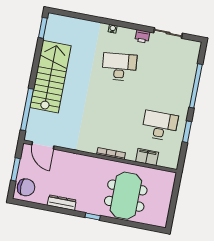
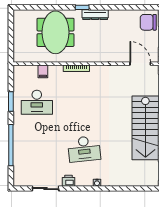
filing cabinet: (147, 157) -> (43, 71), width x0.50
dresser: (62, 203) -> (95, 15), moved

